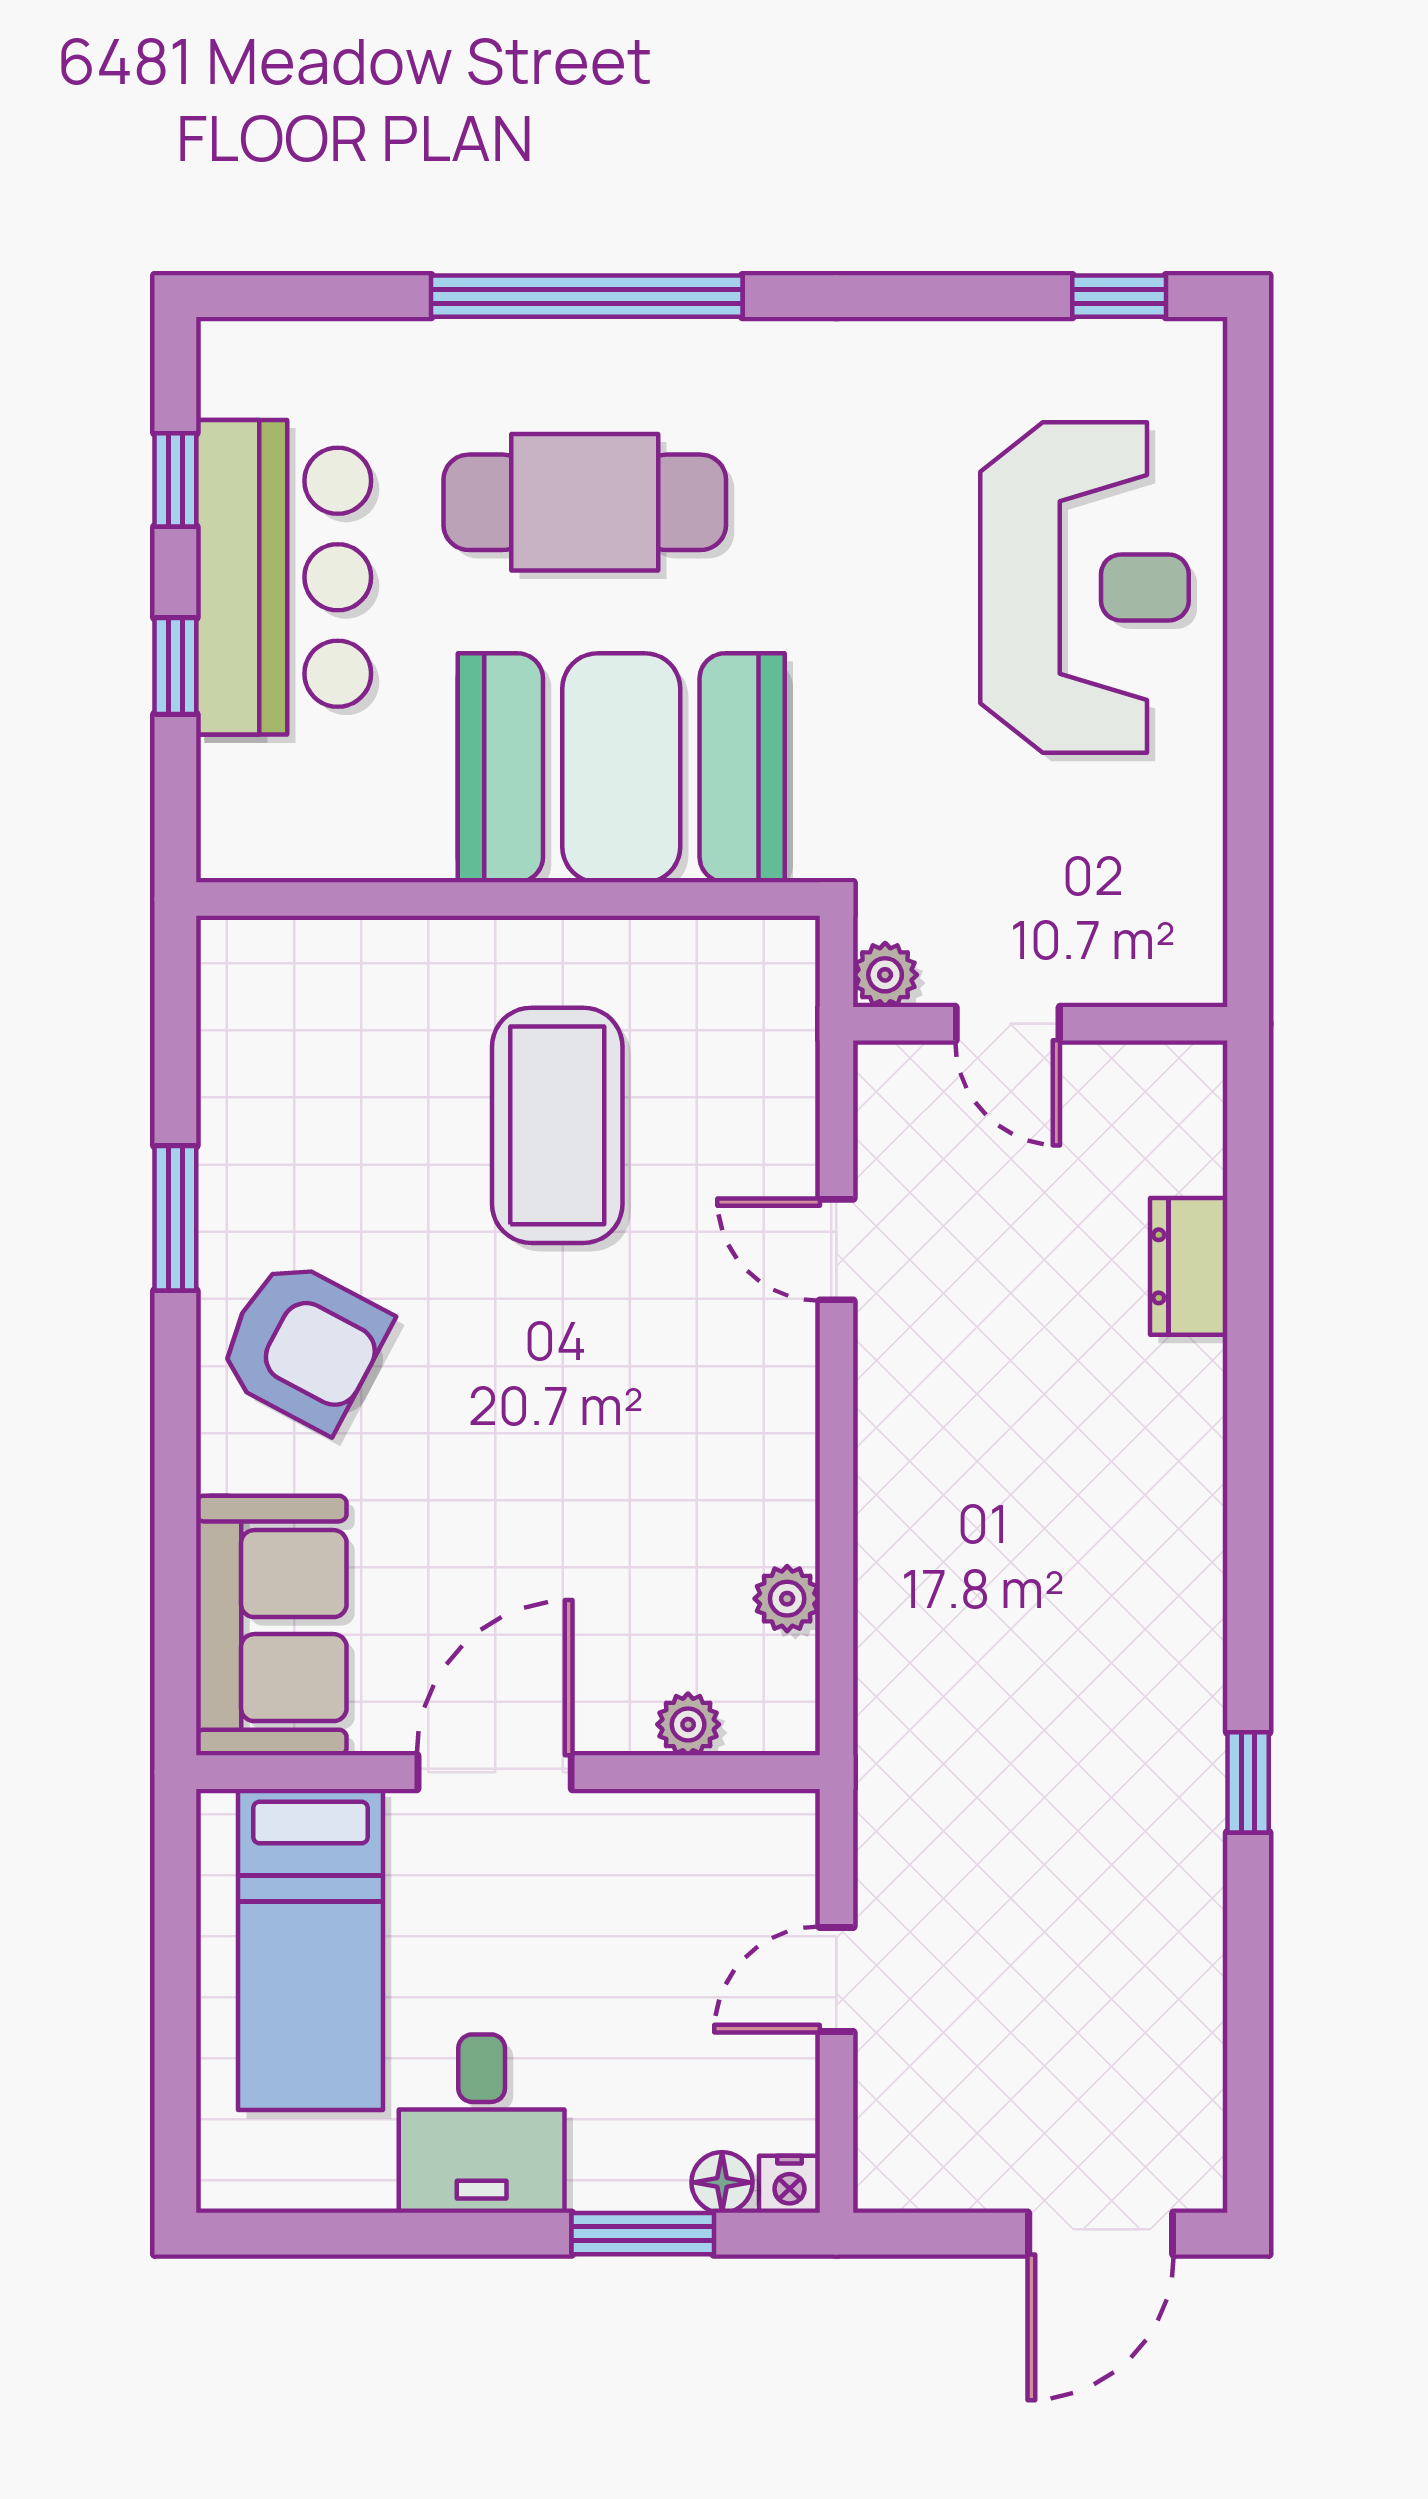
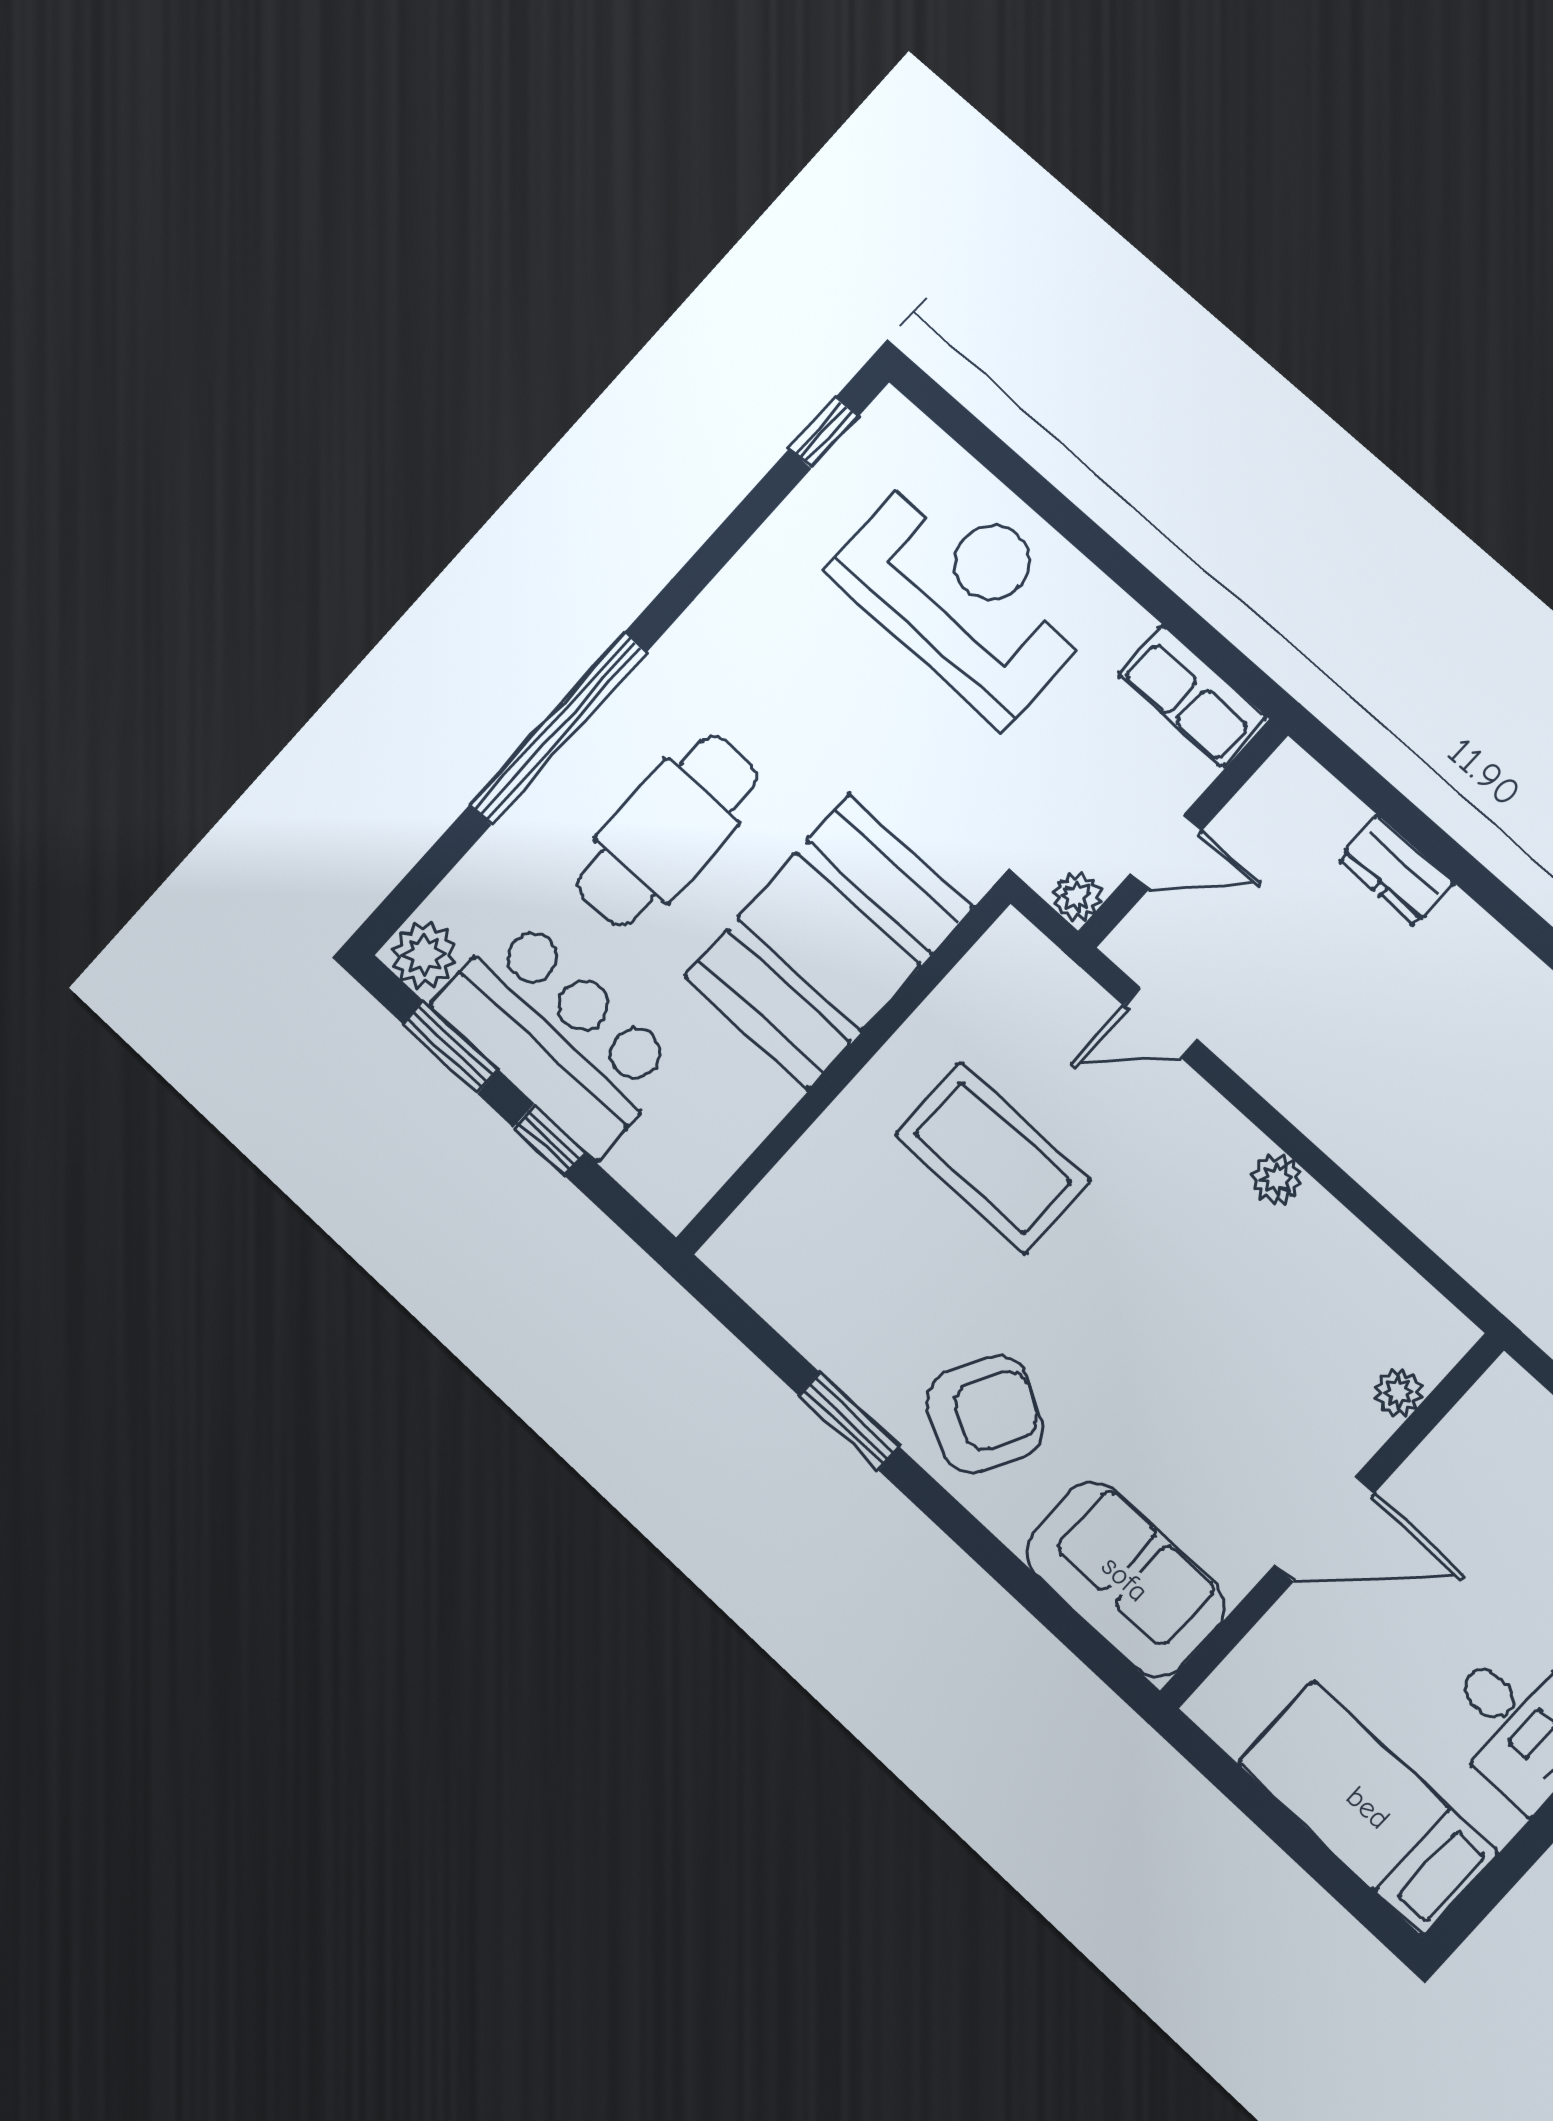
plant: (241, 368) -> (424, 955), added
window: (175, 480) -> (450, 1047), width x1.50
row of seats: (1183, 909) -> (1192, 696), added
door: (836, 1250) -> (1161, 1022), moved
plant: (787, 1599) -> (1277, 1179), moved
door: (495, 1772) -> (1325, 1529), swing flipped
bed: (310, 1949) -> (1368, 1808), moved, turned 180

